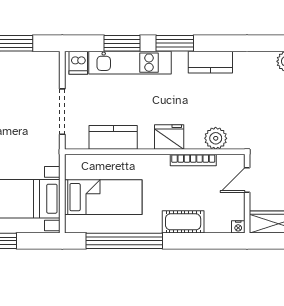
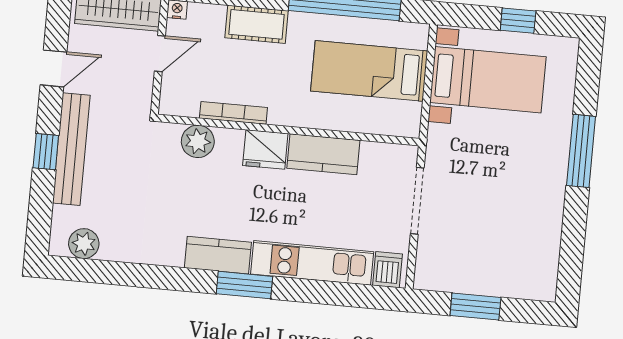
window: (122, 43) -> (321, 292), removed
kitchen counter: (210, 62) -> (218, 255), moved
kitchen counter: (113, 137) -> (323, 154), moved
door: (247, 180) -> (160, 54), moved

